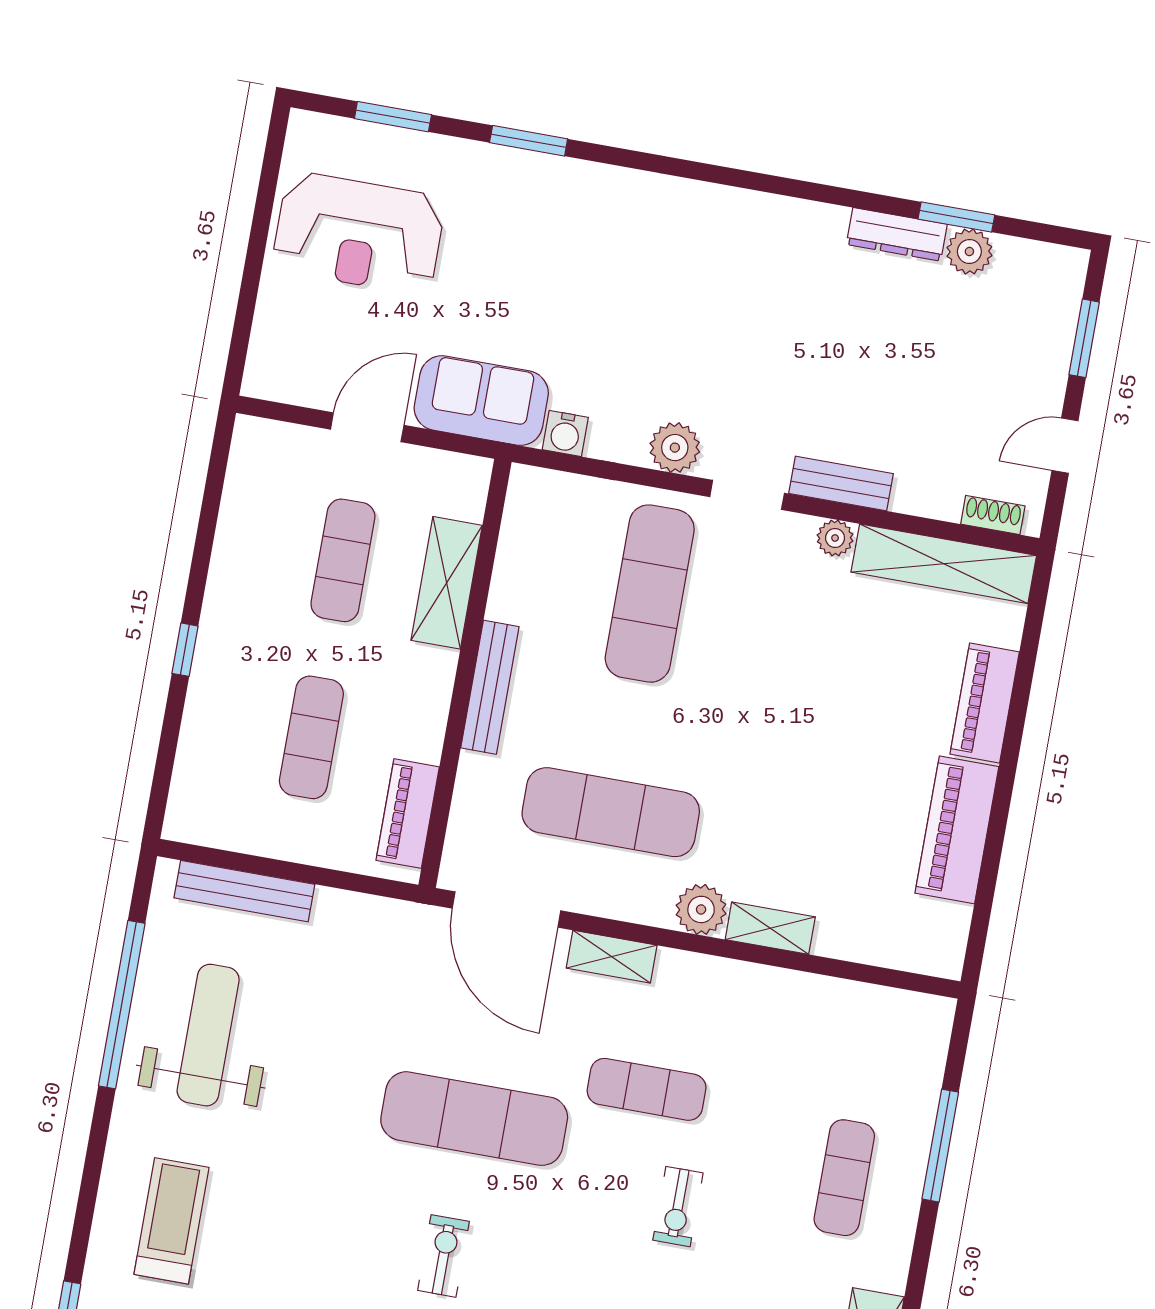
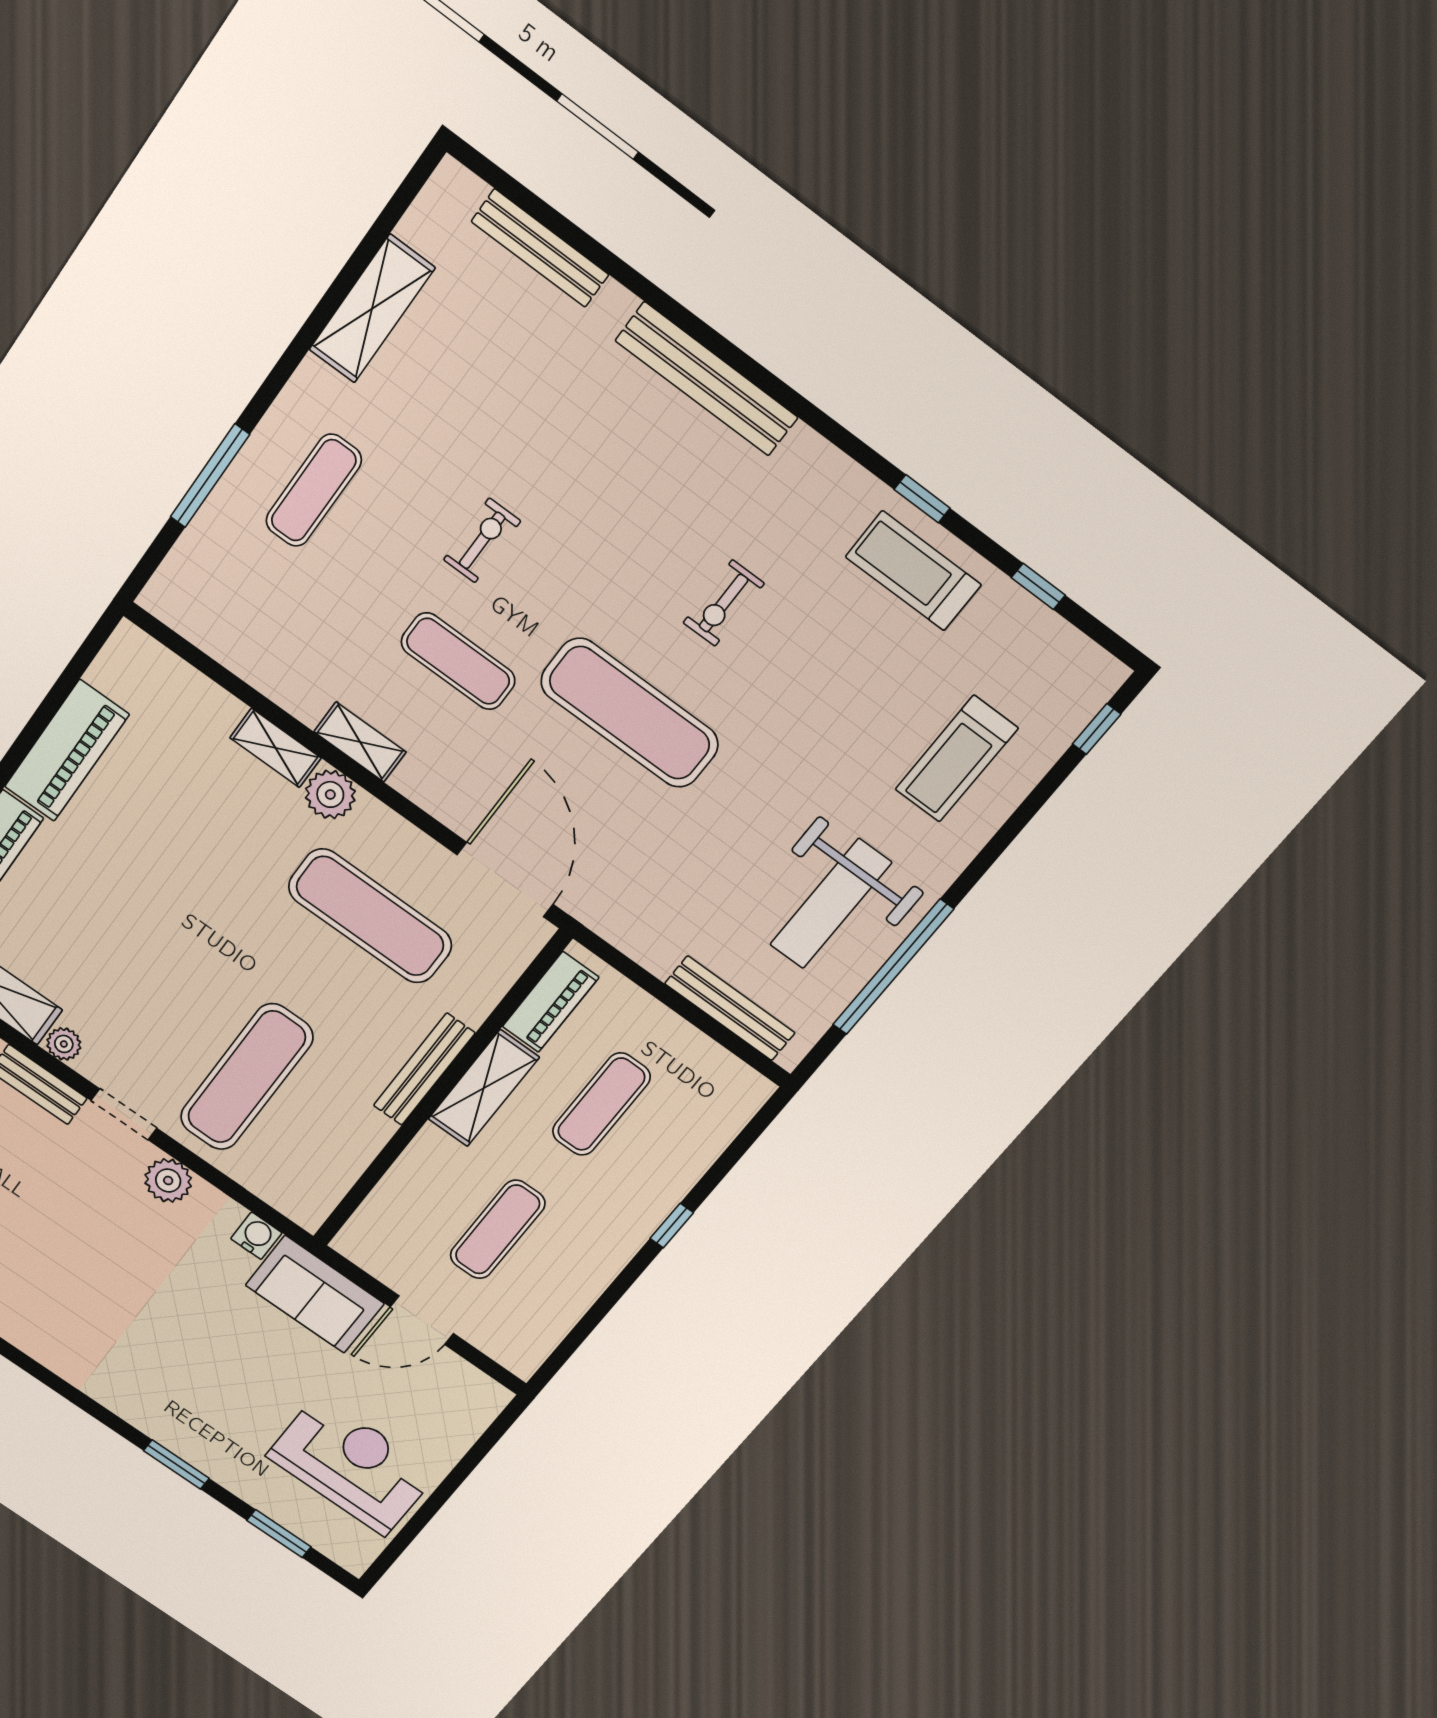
shelving: (447, 583) -> (484, 1088), moved
shelving: (612, 957) -> (360, 742), moved

